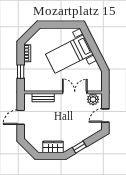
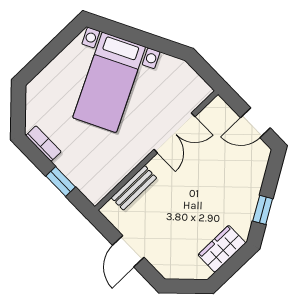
double door: (75, 92) -> (174, 133), swing flipped
plant: (93, 99) -> (213, 116), removed
door: (105, 115) -> (255, 123), hinge flipped

